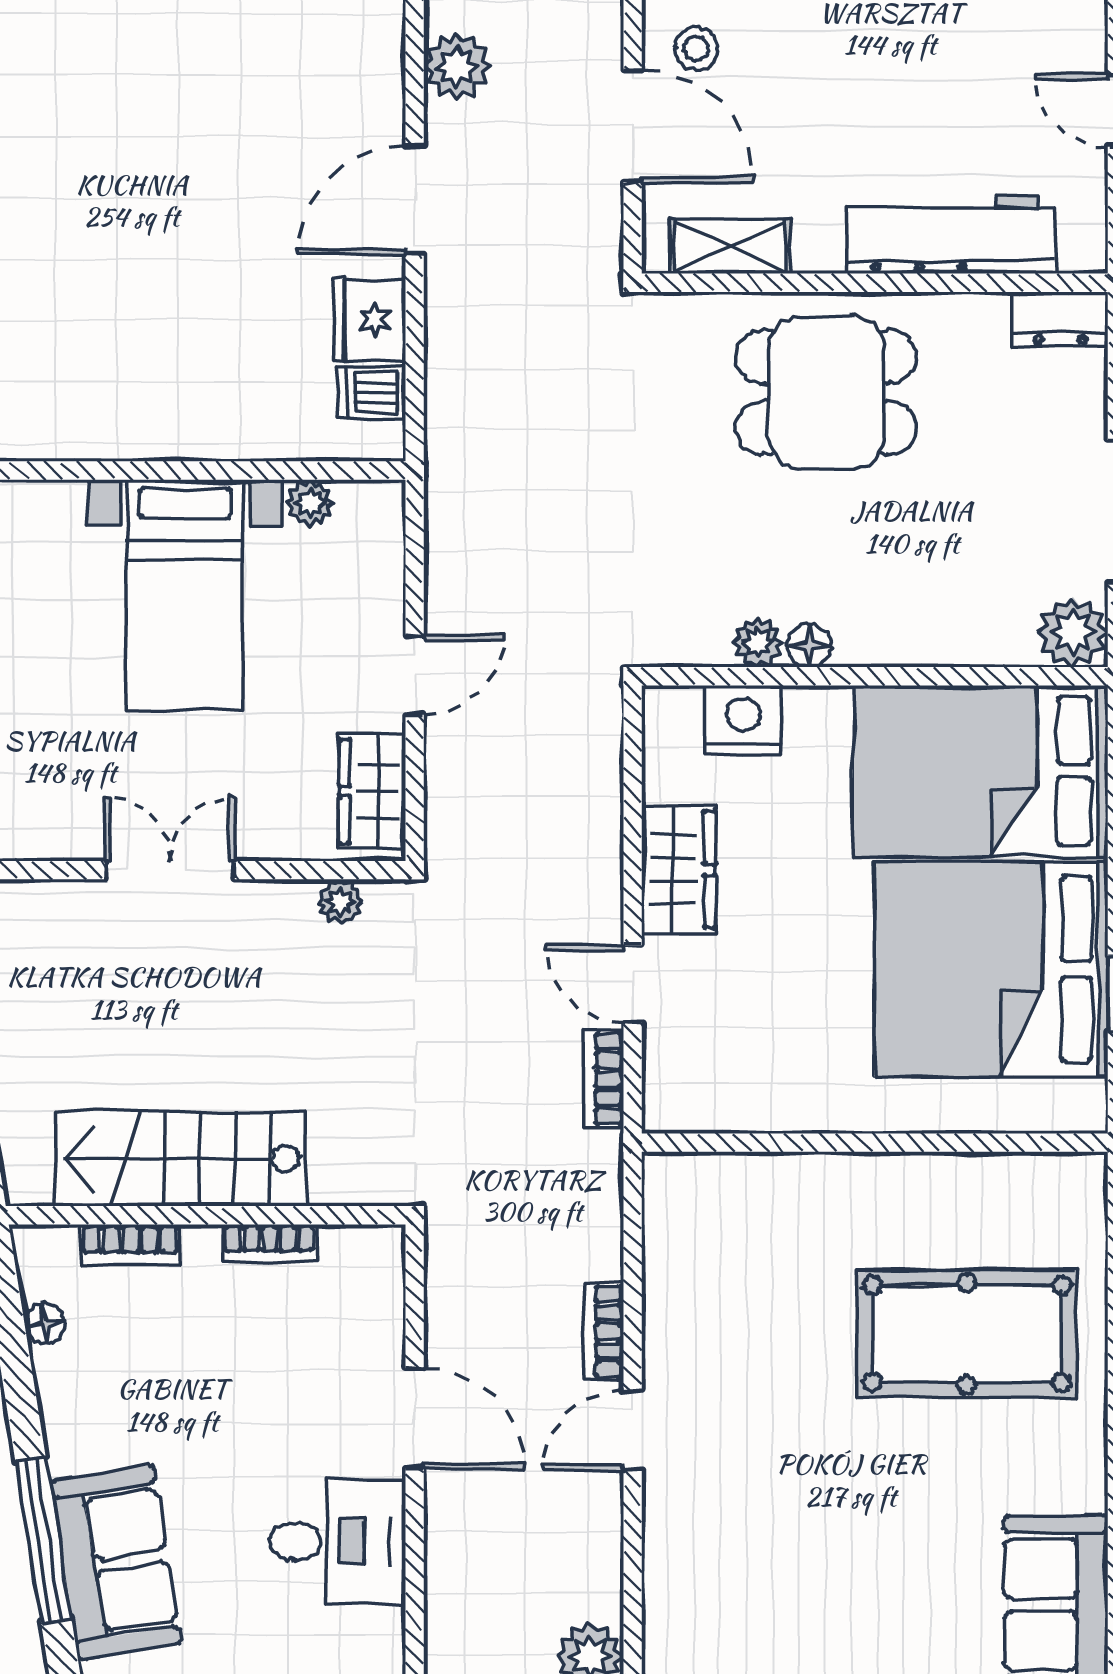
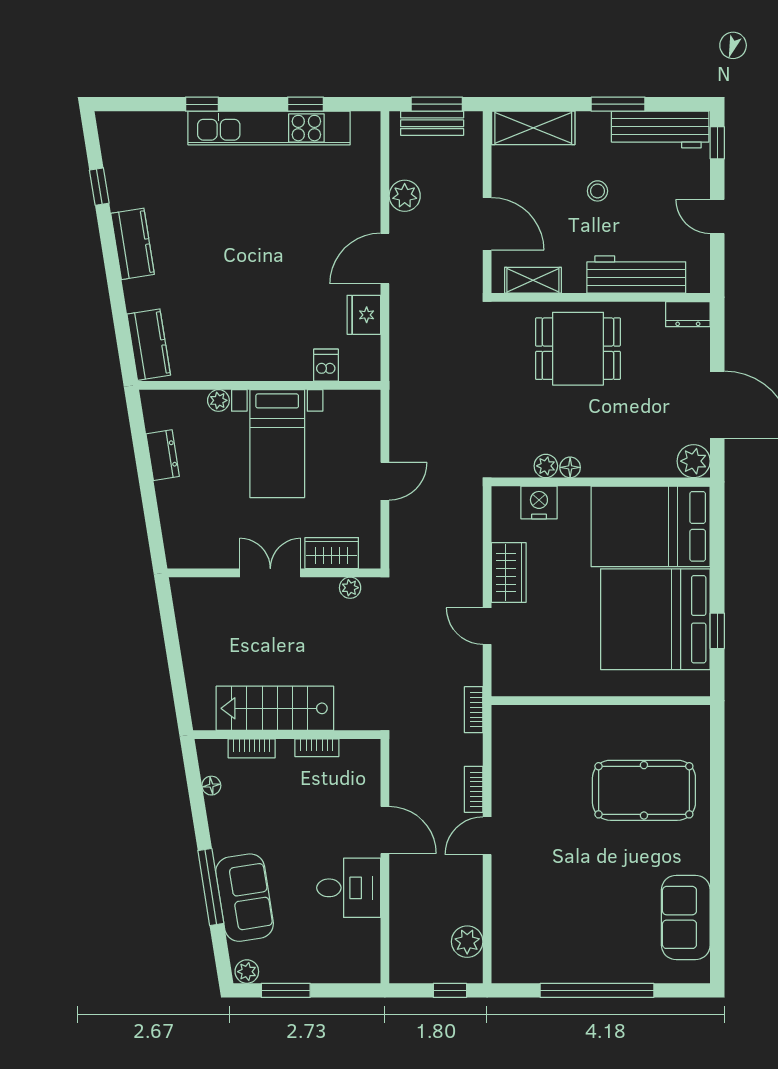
stool: (696, 49) -> (597, 191), moved
dishwasher: (372, 393) -> (326, 365), moved, turned 90
plant: (310, 503) -> (218, 400), moved
wardrobe: (372, 791) -> (332, 553), moved, turned 90
bookcase: (604, 1079) -> (474, 710), moved

